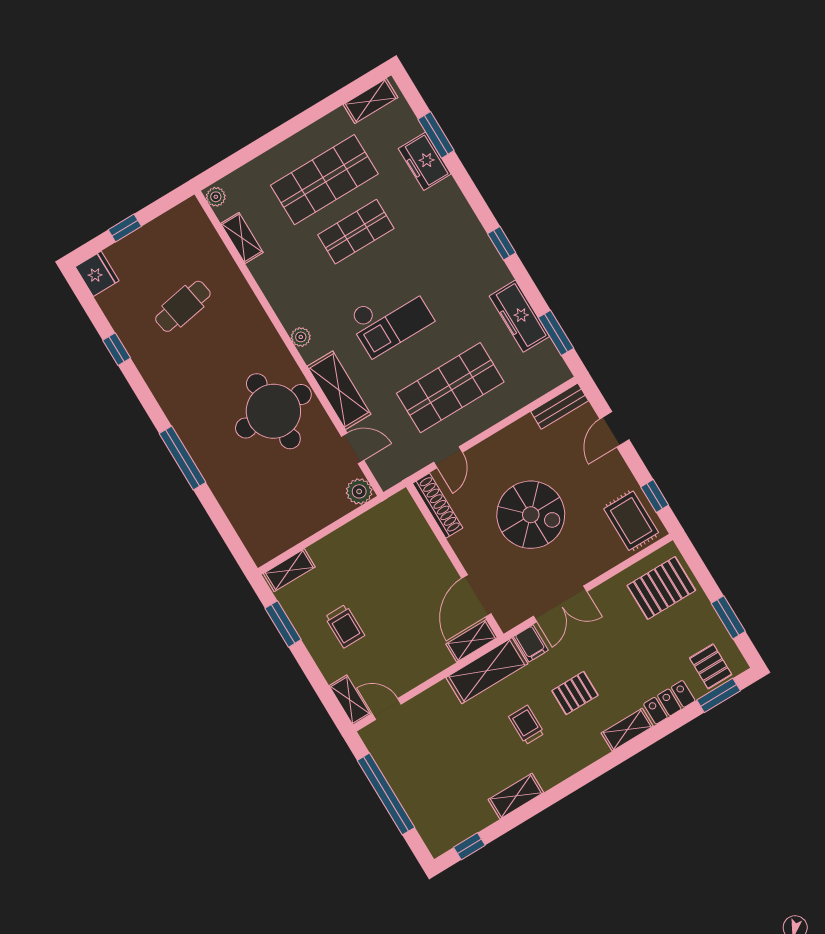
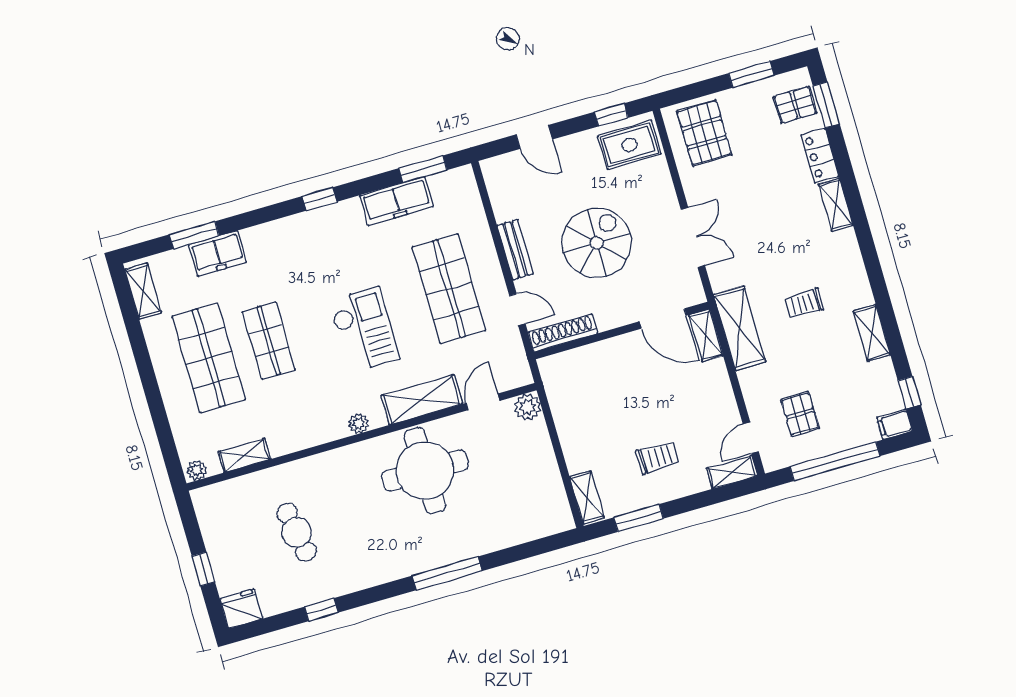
bench: (560, 406) -> (515, 250), moved
filing cabinet: (531, 643) -> (894, 424), moved, turned 180
pallet: (575, 693) -> (800, 414), moved

